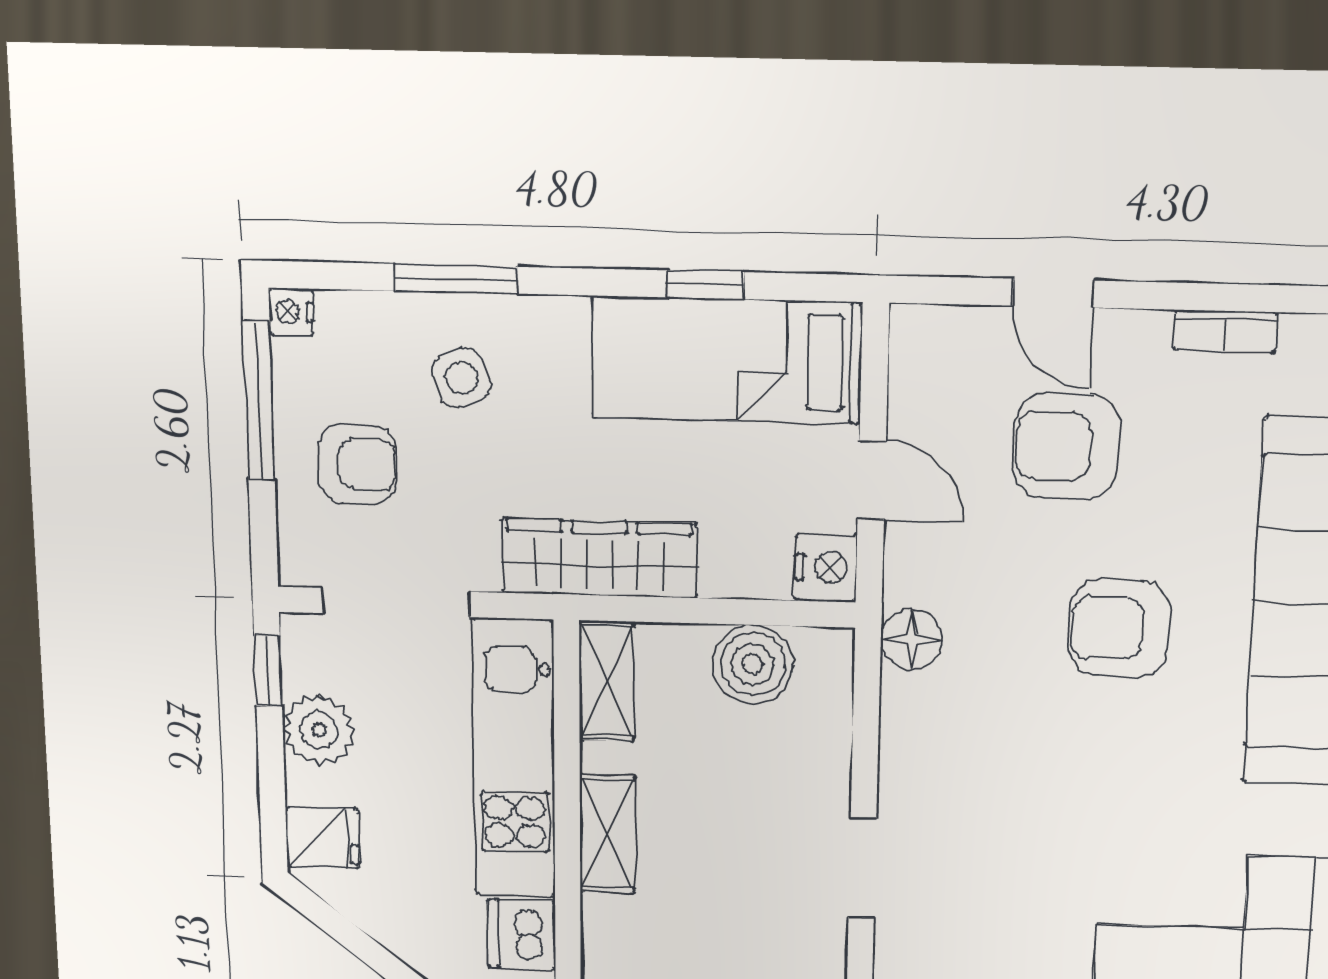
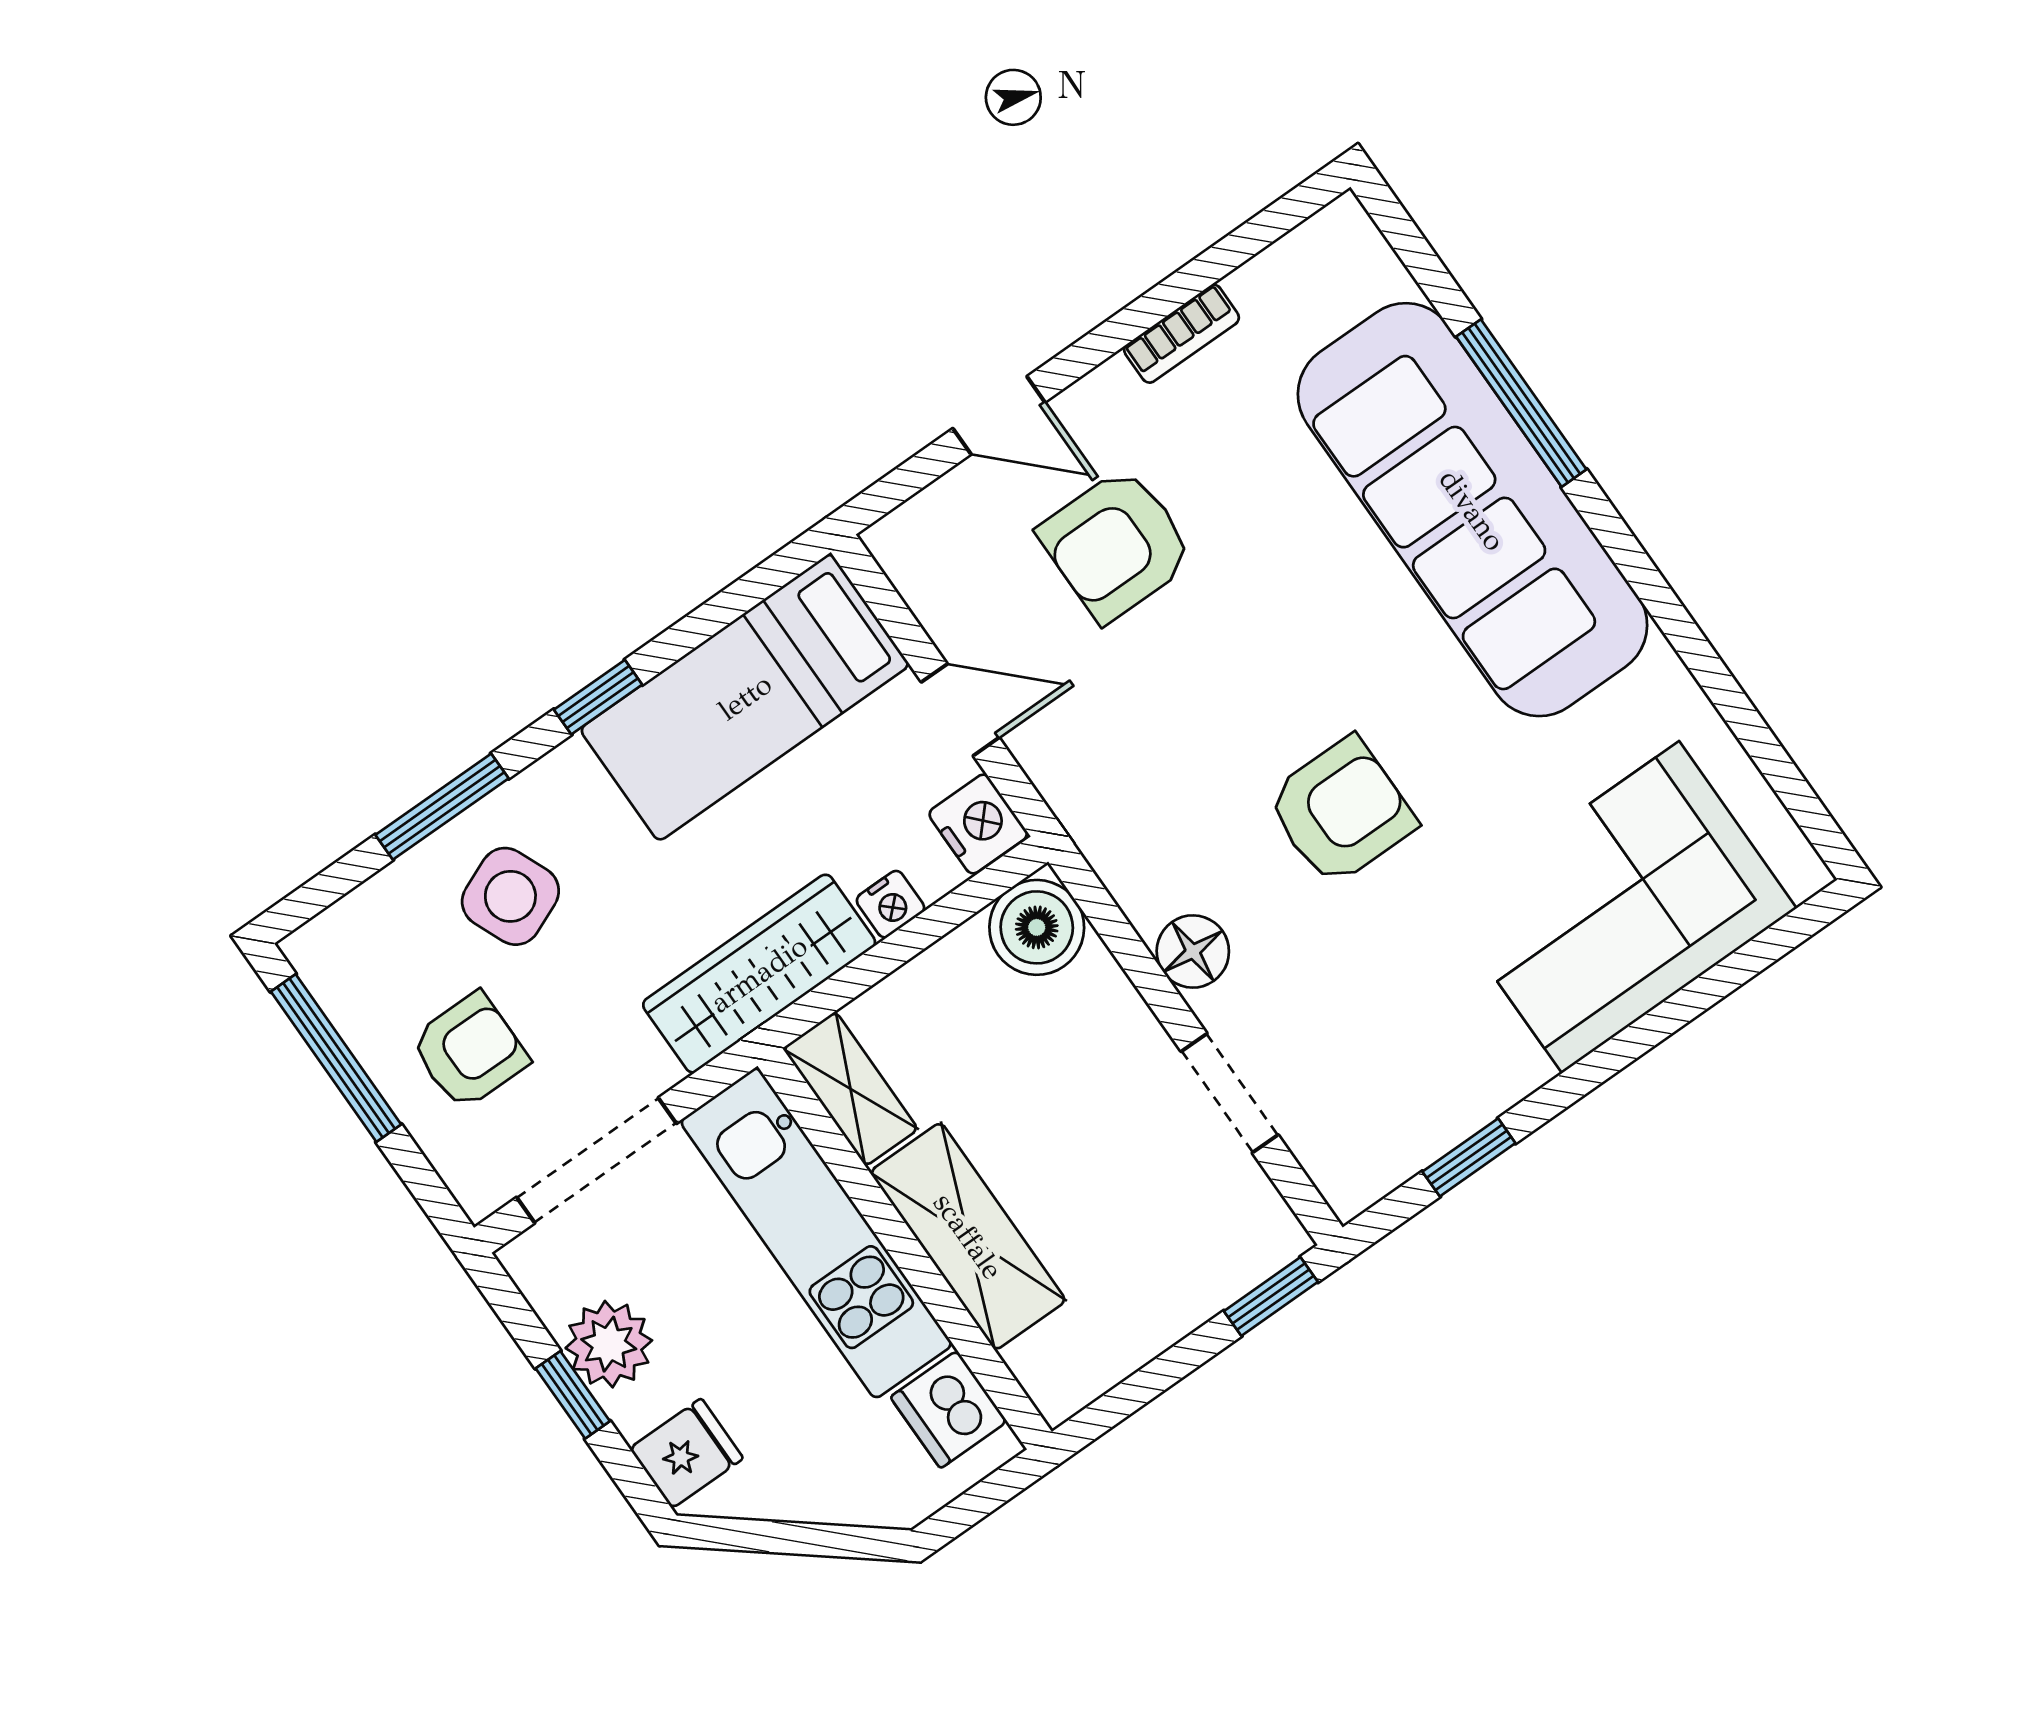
window: (706, 285) -> (598, 697), moved
nightstand: (291, 312) -> (890, 904), moved, turned -90
side table: (461, 378) -> (510, 896), width x1.37, depth x1.37
armchair: (1119, 628) -> (1341, 811), moved, turned 180
floor lamp: (912, 639) -> (1193, 952), moved
boiler: (753, 664) -> (1037, 927), moved
window: (268, 671) -> (573, 1395), moved
shelving: (607, 834) -> (968, 1236), width x1.50, depth x1.33

